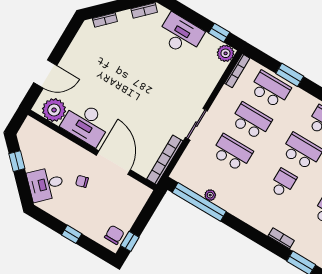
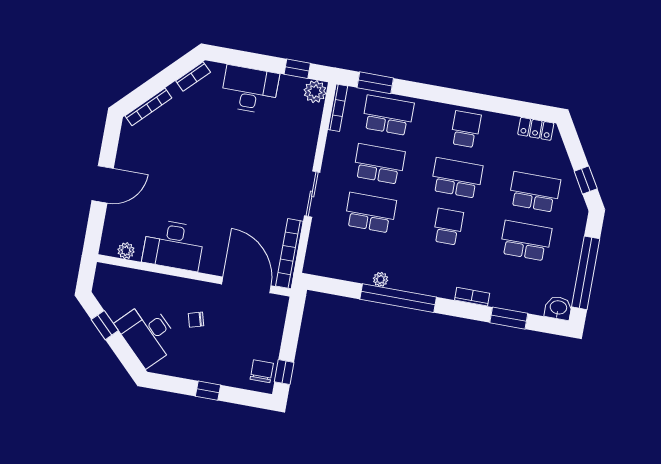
bookcase: (105, 20) -> (148, 107), width x1.56
door: (45, 74) -> (103, 184), moved
window: (290, 75) -> (375, 83), moved
plant: (54, 110) -> (126, 251), width x0.53, depth x0.53
door: (113, 163) -> (246, 285), moved
desk: (46, 184) -> (148, 334), width x1.37
plant: (210, 195) -> (381, 279), moved
window: (199, 202) -> (398, 298), moved

